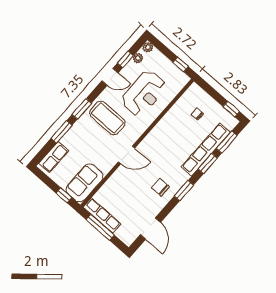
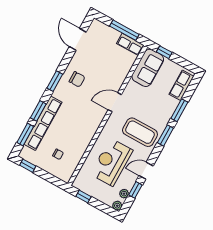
row of seats: (102, 215) -> (130, 44), width x0.68

